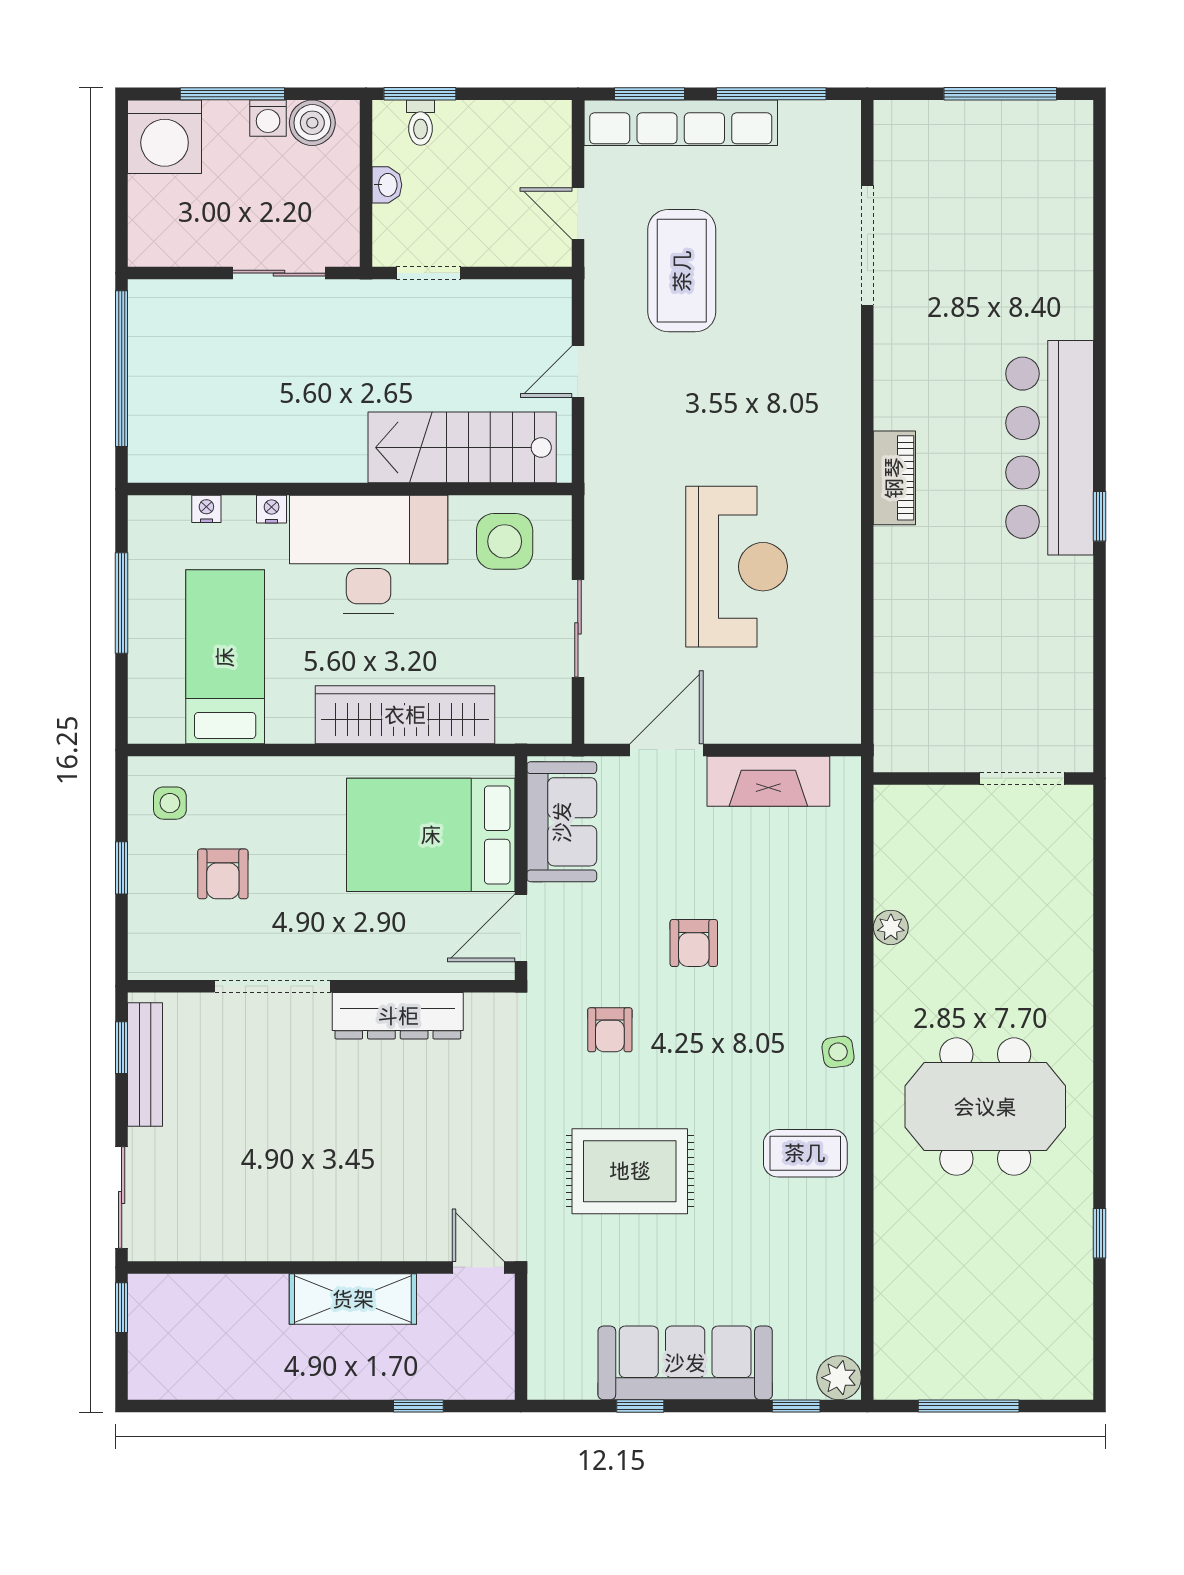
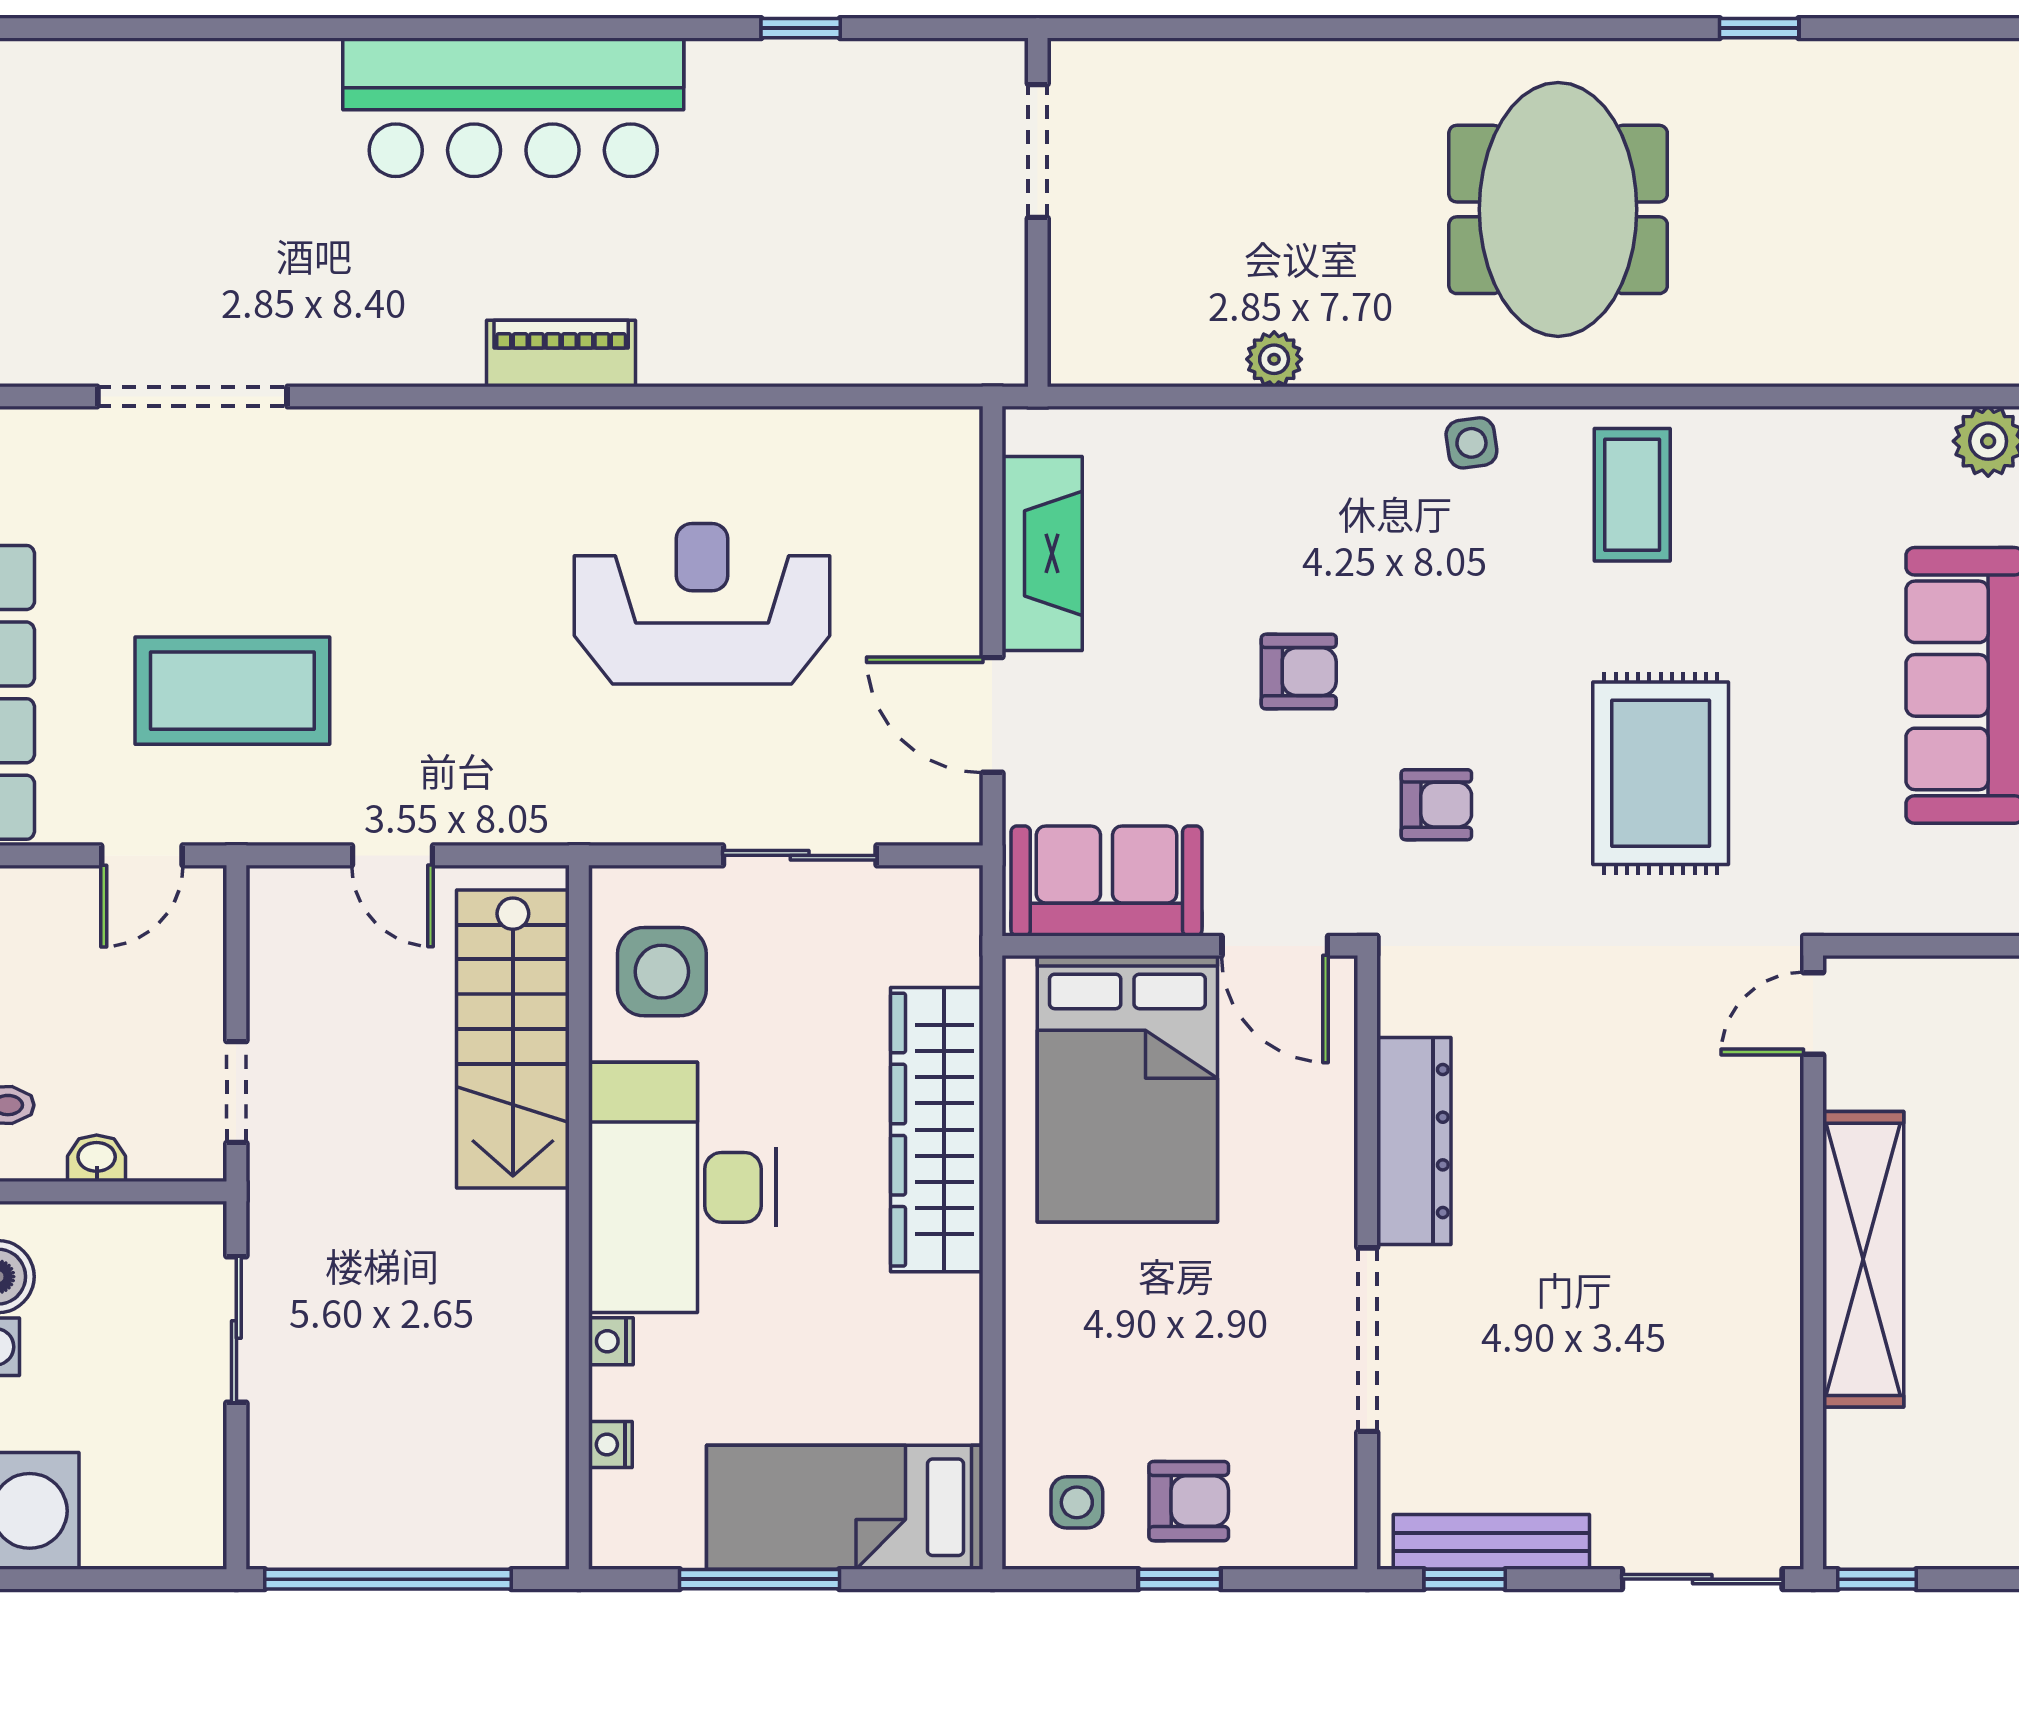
window: (1100, 516) -> (801, 28), moved
bed: (225, 657) -> (845, 1507), moved
armchair: (223, 874) -> (1189, 1501), moved
shelving: (353, 1299) -> (1863, 1259), width x1.47

